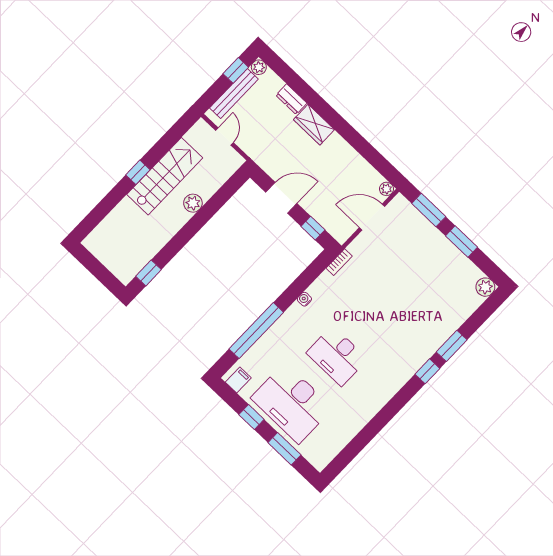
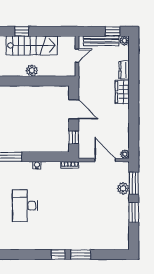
plant: (485, 287) -> (123, 188), moved

